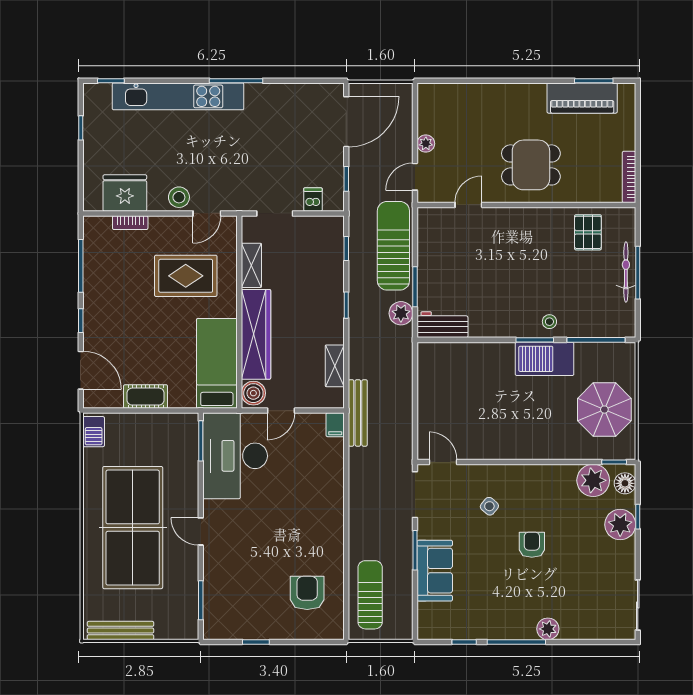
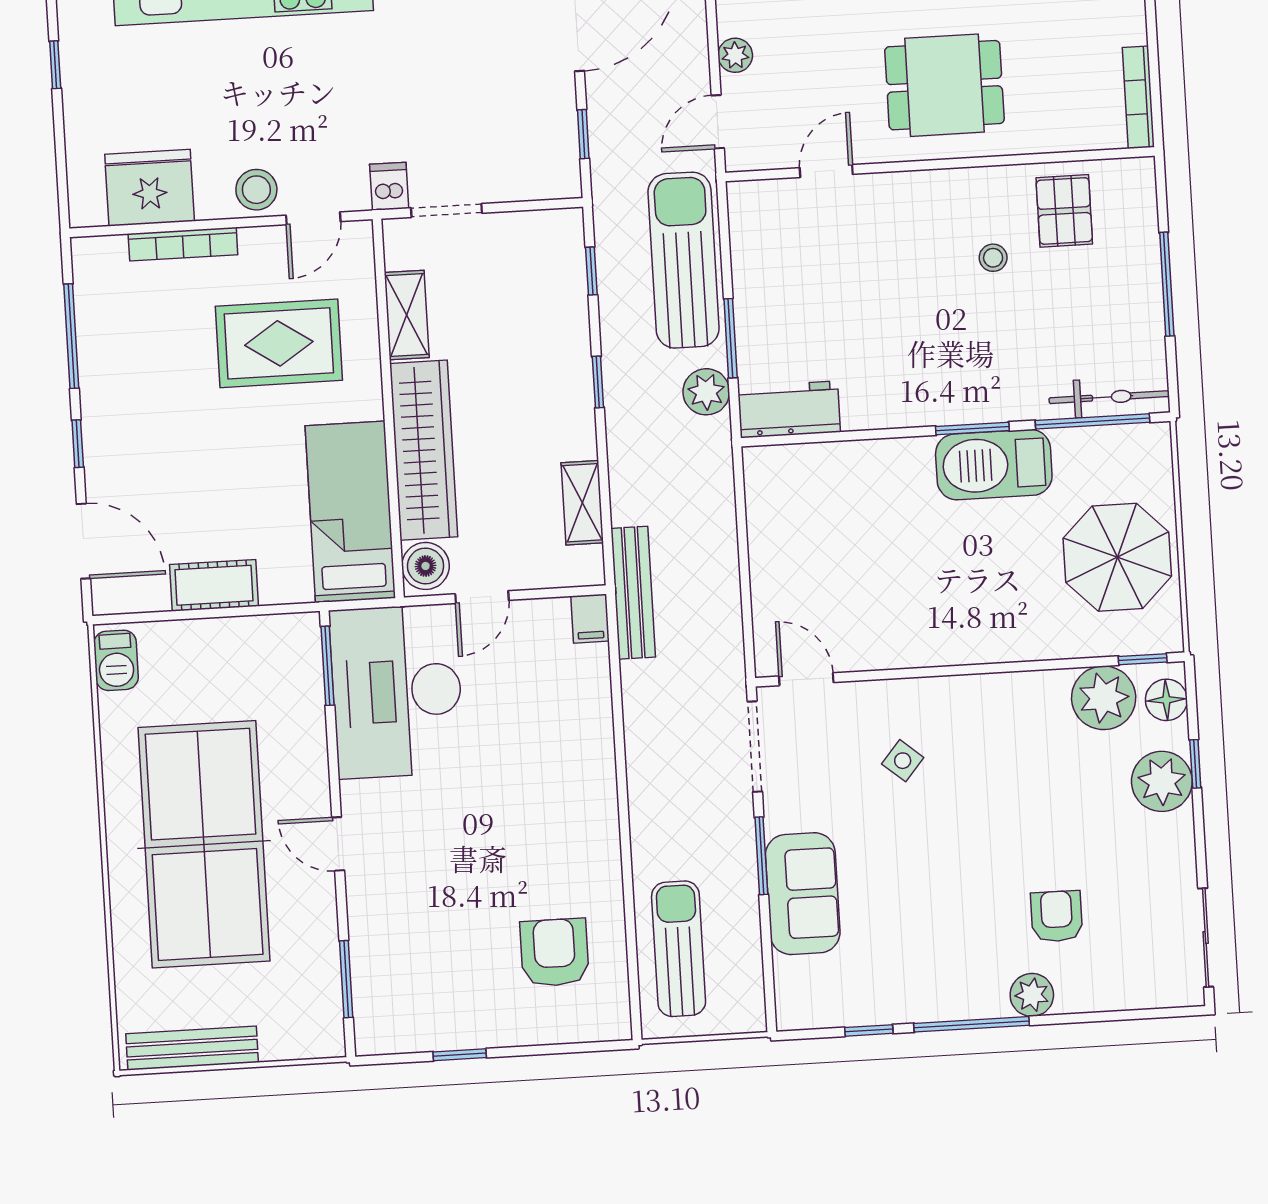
dishwasher: (313, 200) -> (389, 186), moved
bookcase: (130, 223) -> (183, 244), width x1.56
bicycle: (626, 272) -> (1109, 397), moved, turned 90
stool: (549, 322) -> (993, 258), moved
armchair: (532, 545) -> (1057, 916), moved

